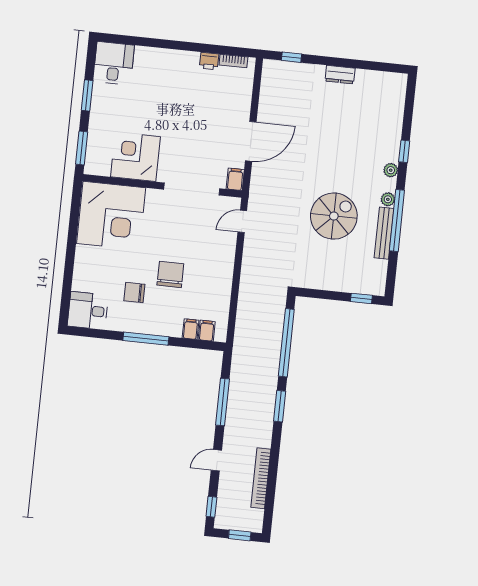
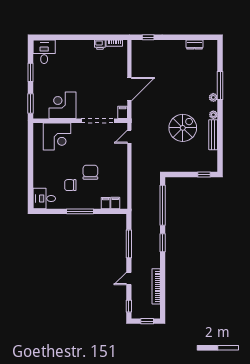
dresser: (340, 75) -> (194, 45), moved
window: (404, 151) -> (220, 86), width x2.17
corner desk: (111, 216) -> (57, 136), width x0.74, depth x0.74
window: (397, 221) -> (220, 127), removed

